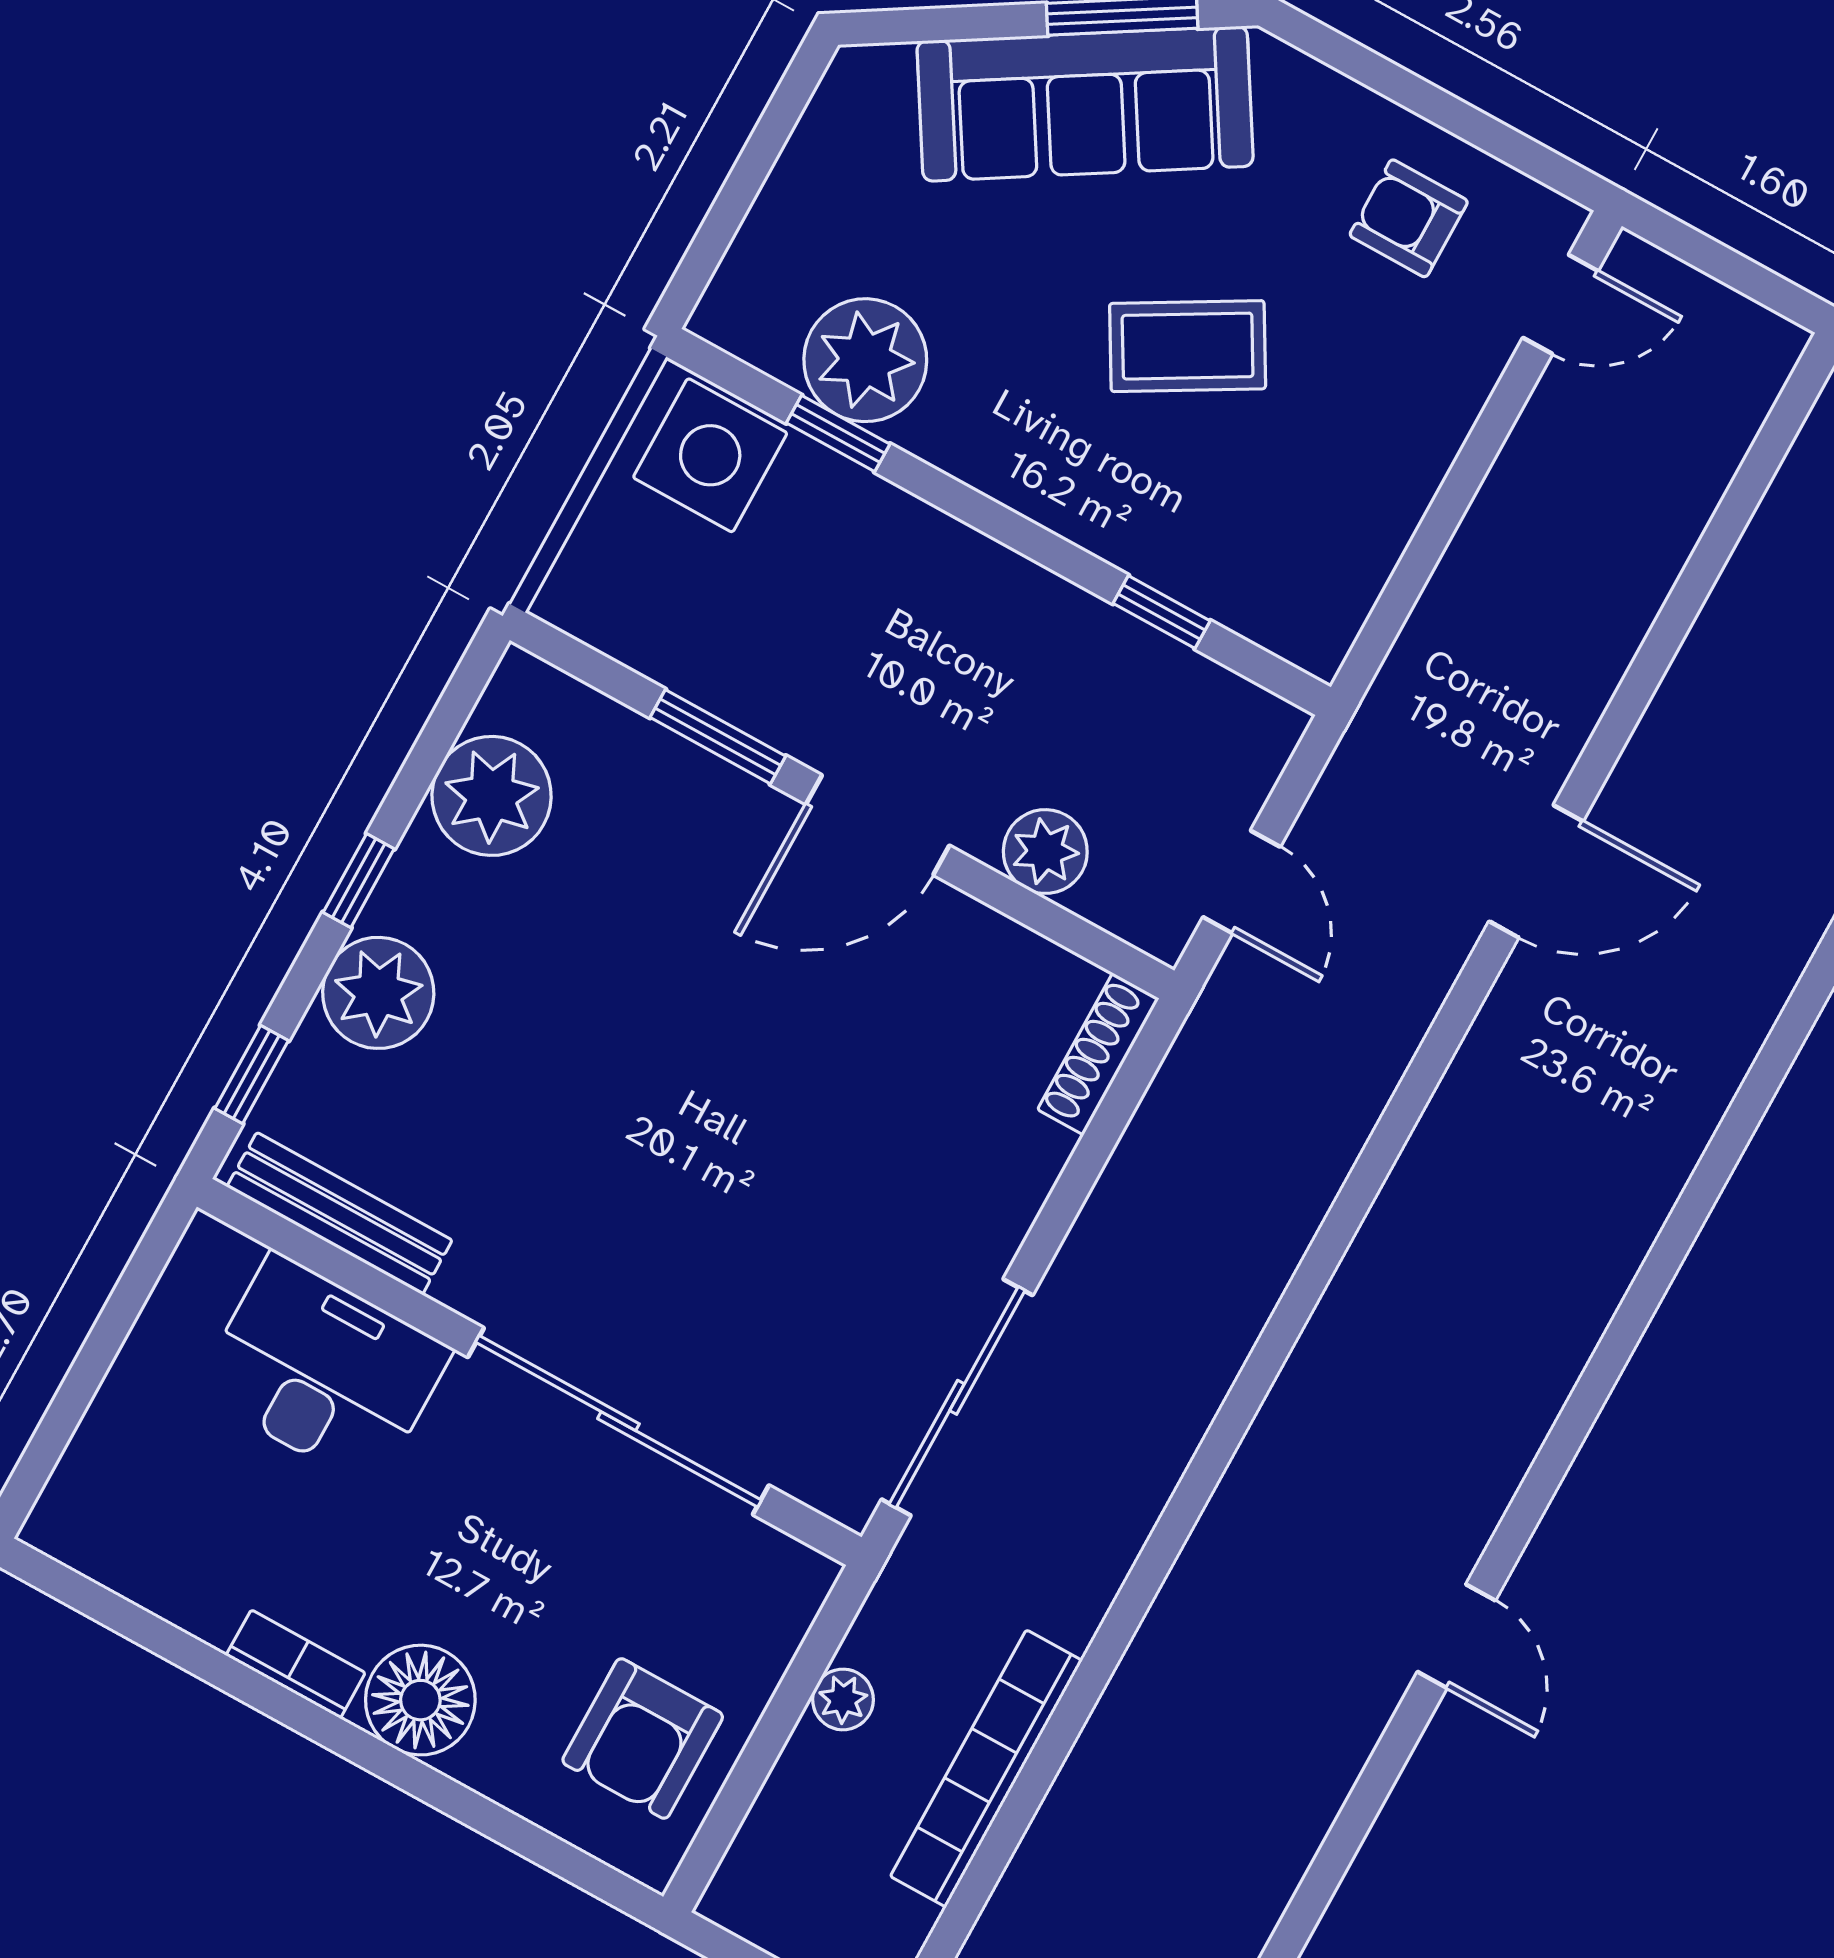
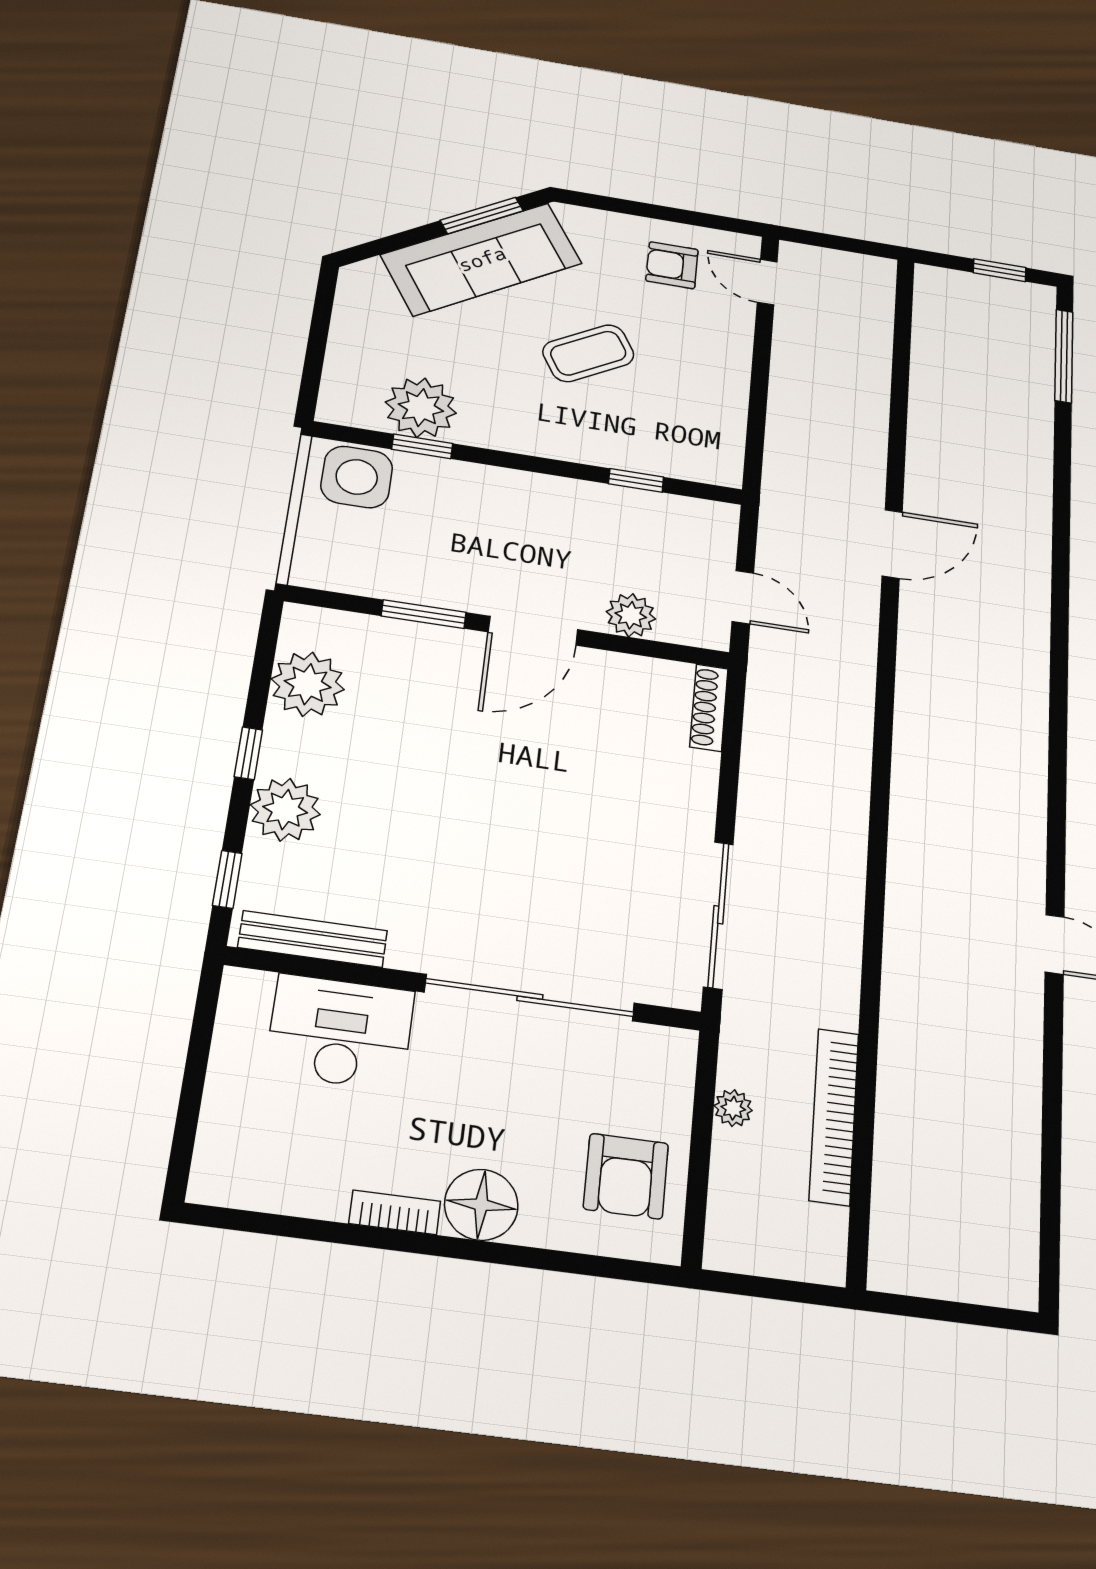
door: (1560, 304) -> (767, 282), swing flipped

